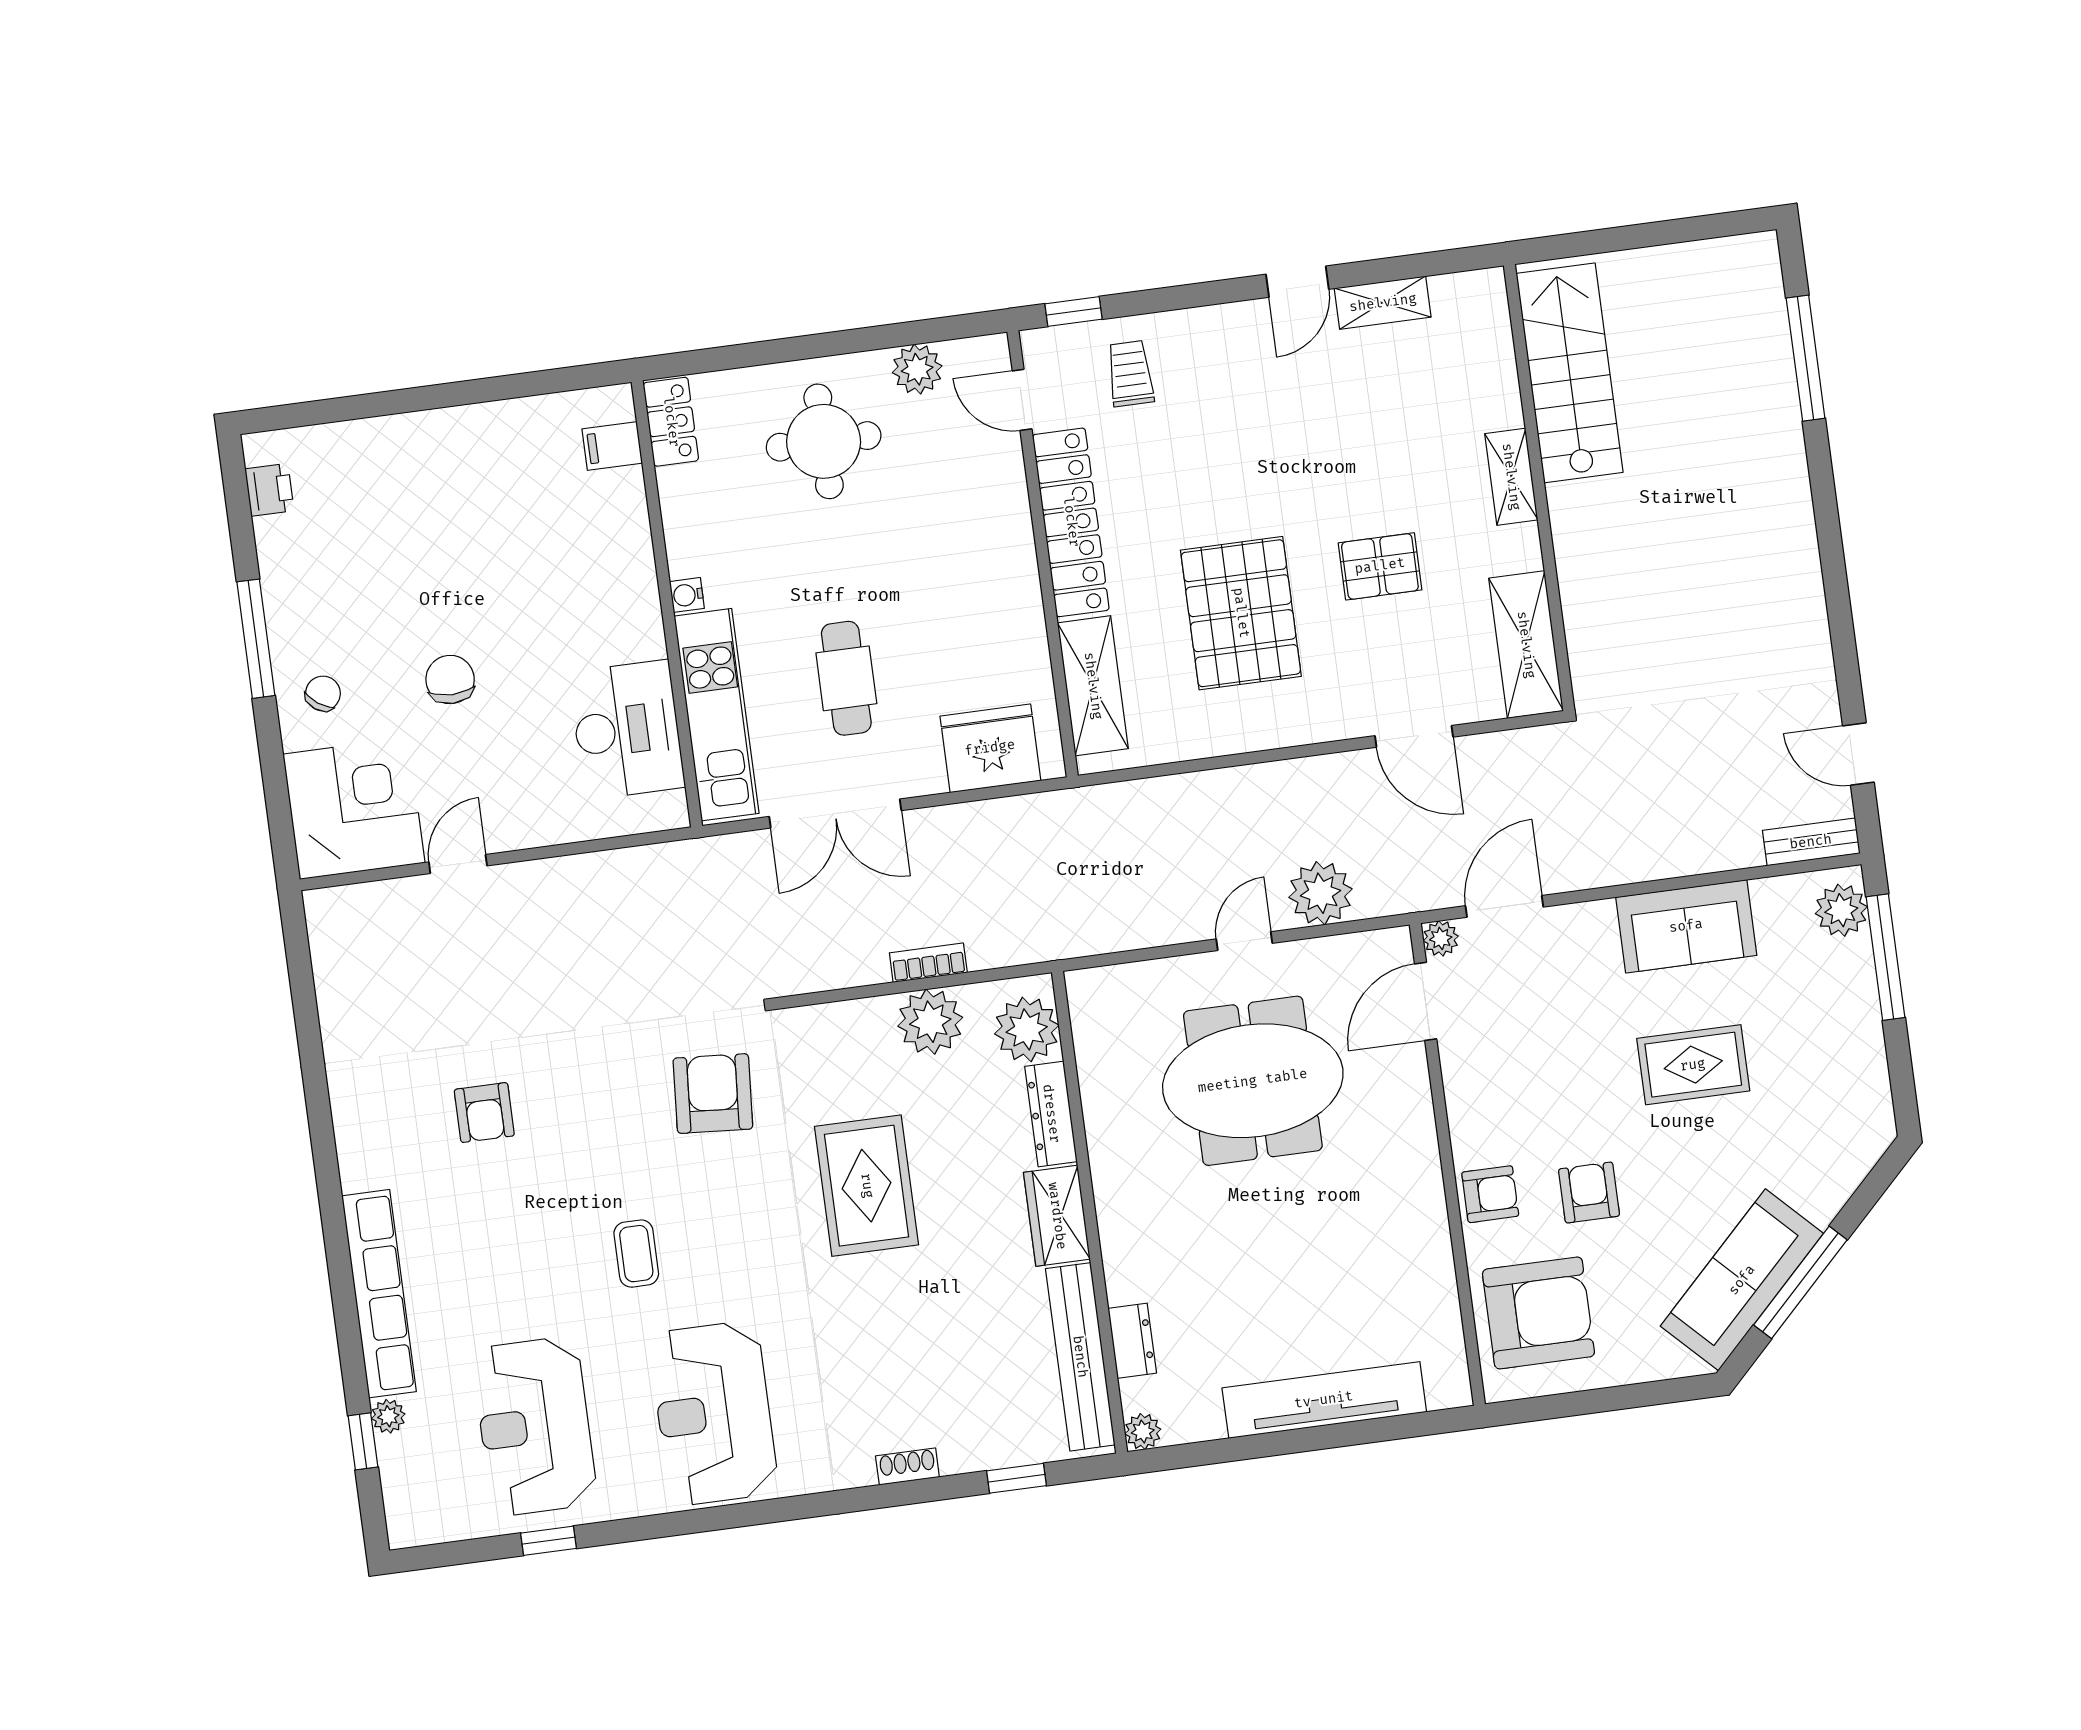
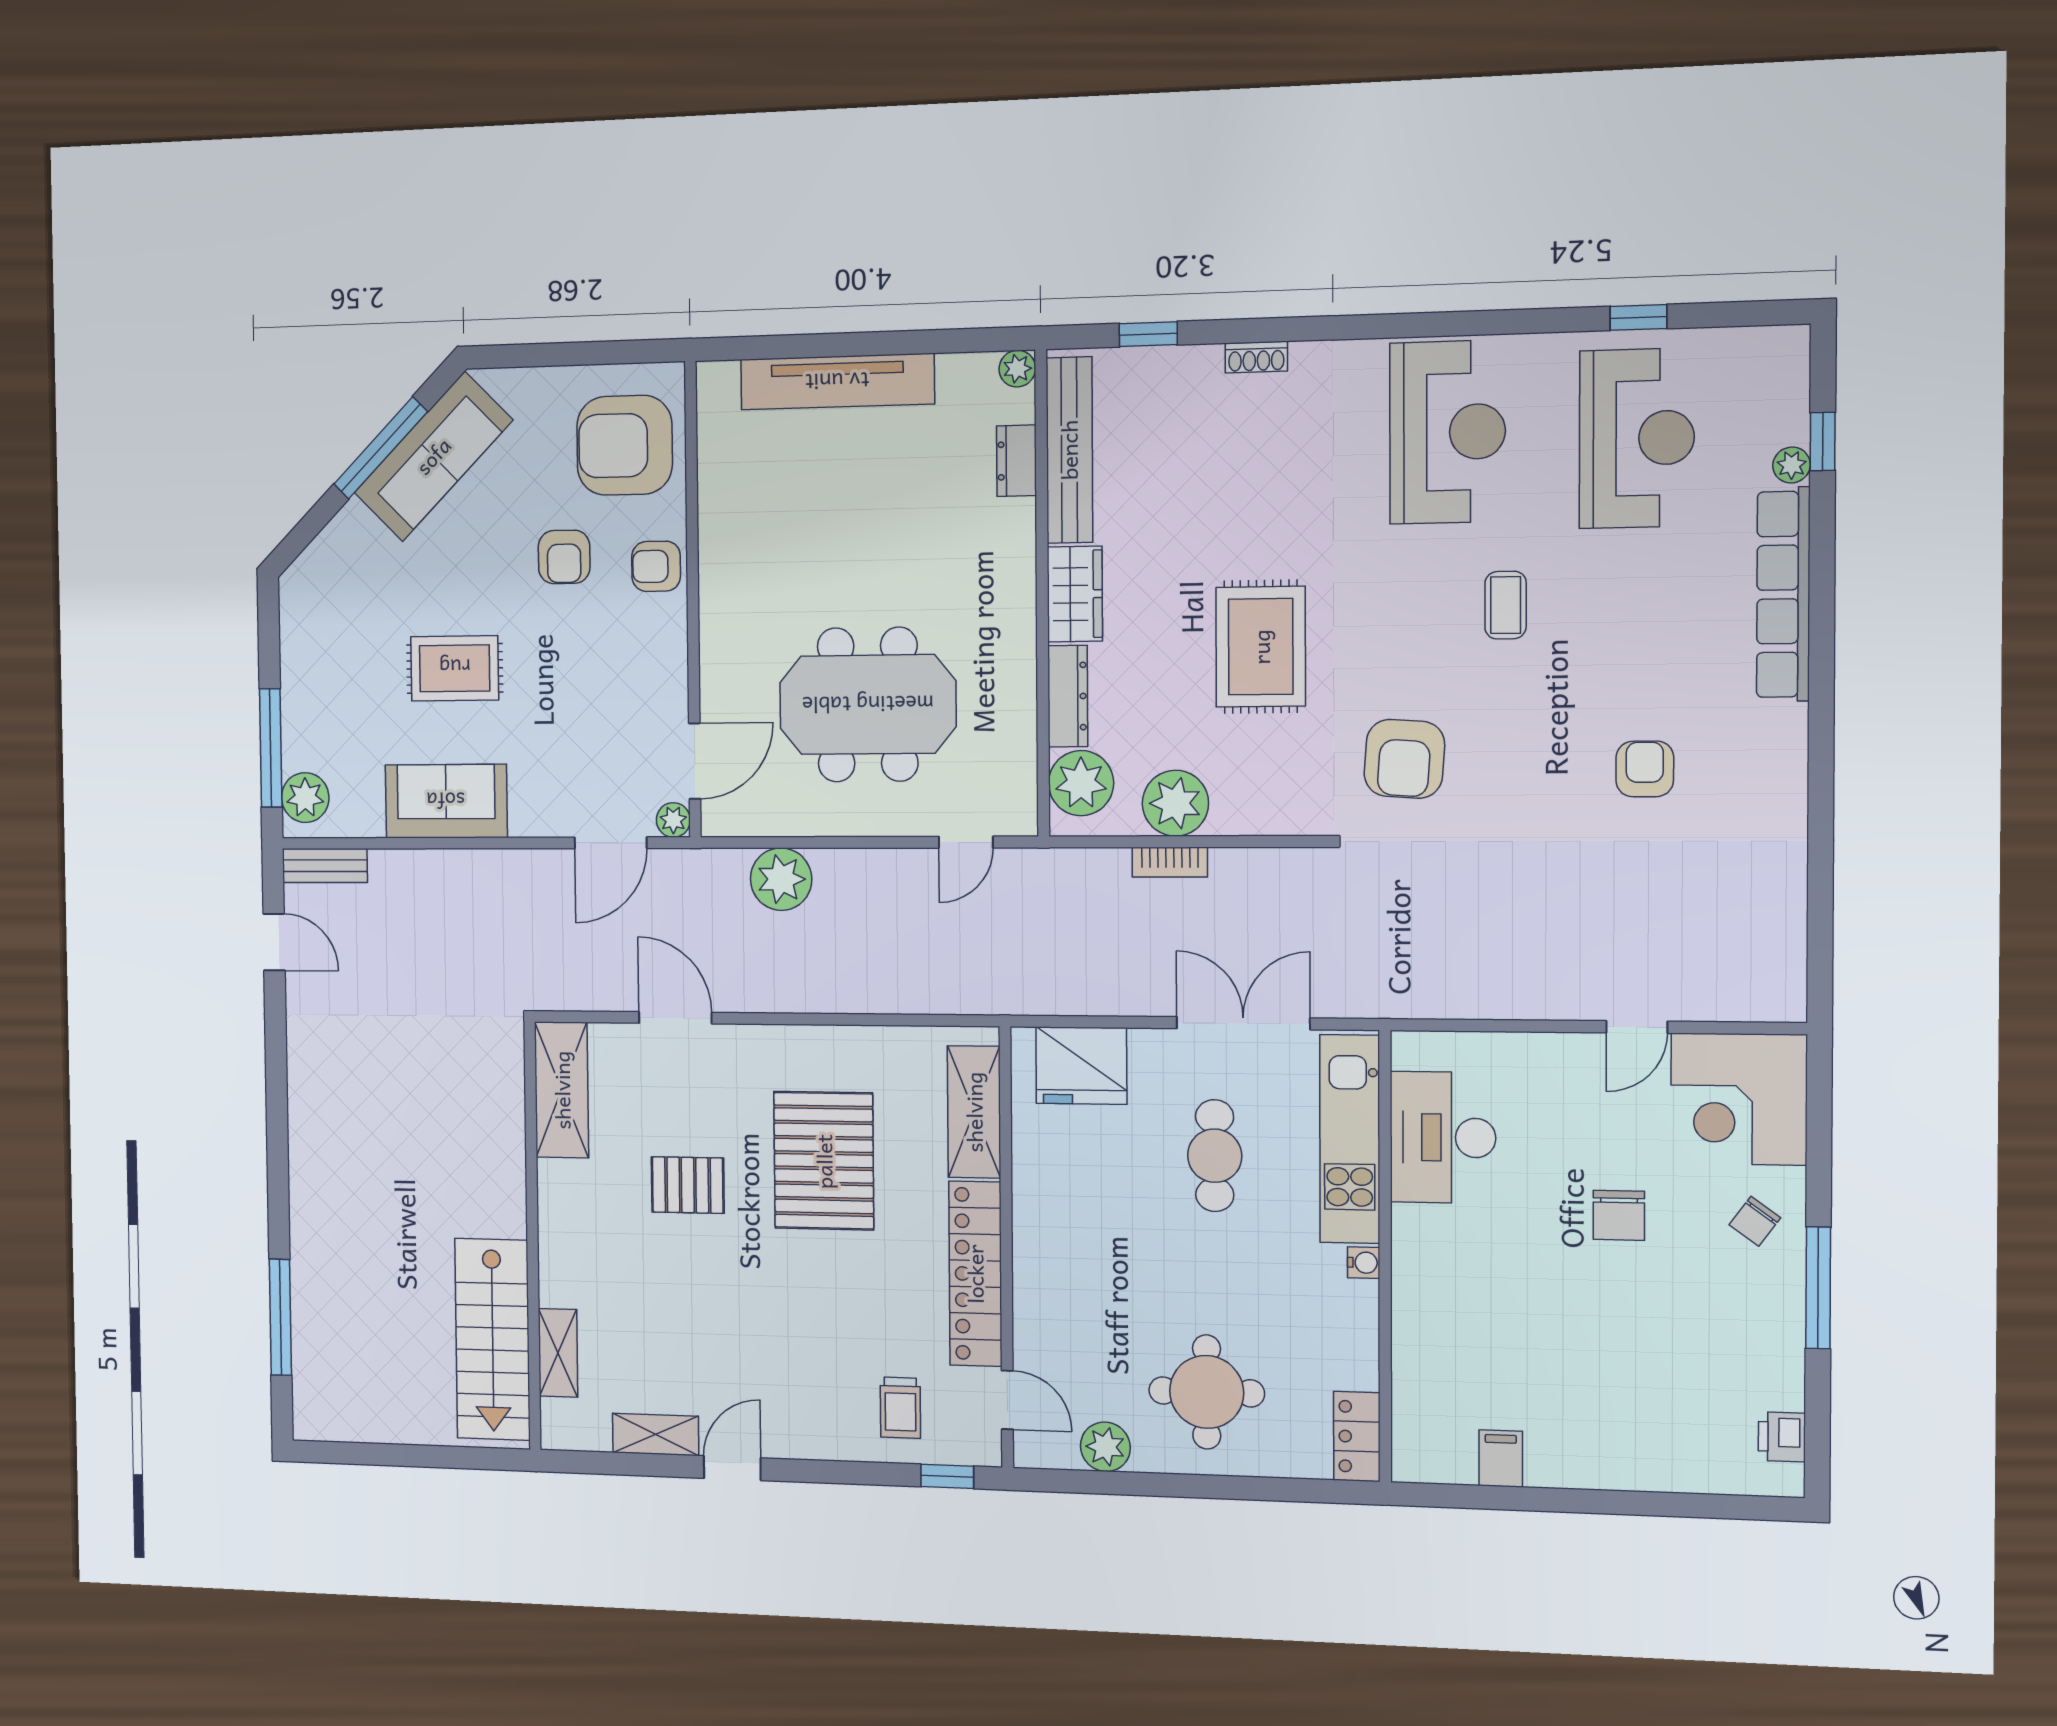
filing cabinet: (612, 446) -> (1501, 1459), moved, turned -90
shelving: (1511, 477) -> (558, 1353), moved
door: (1244, 941) -> (966, 842), moved

